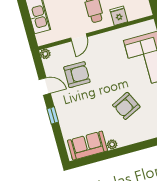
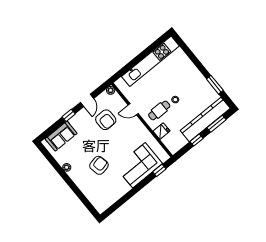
armchair: (126, 106) -> (99, 165), turned 104
sofa: (87, 146) -> (61, 136), moved, turned 90

